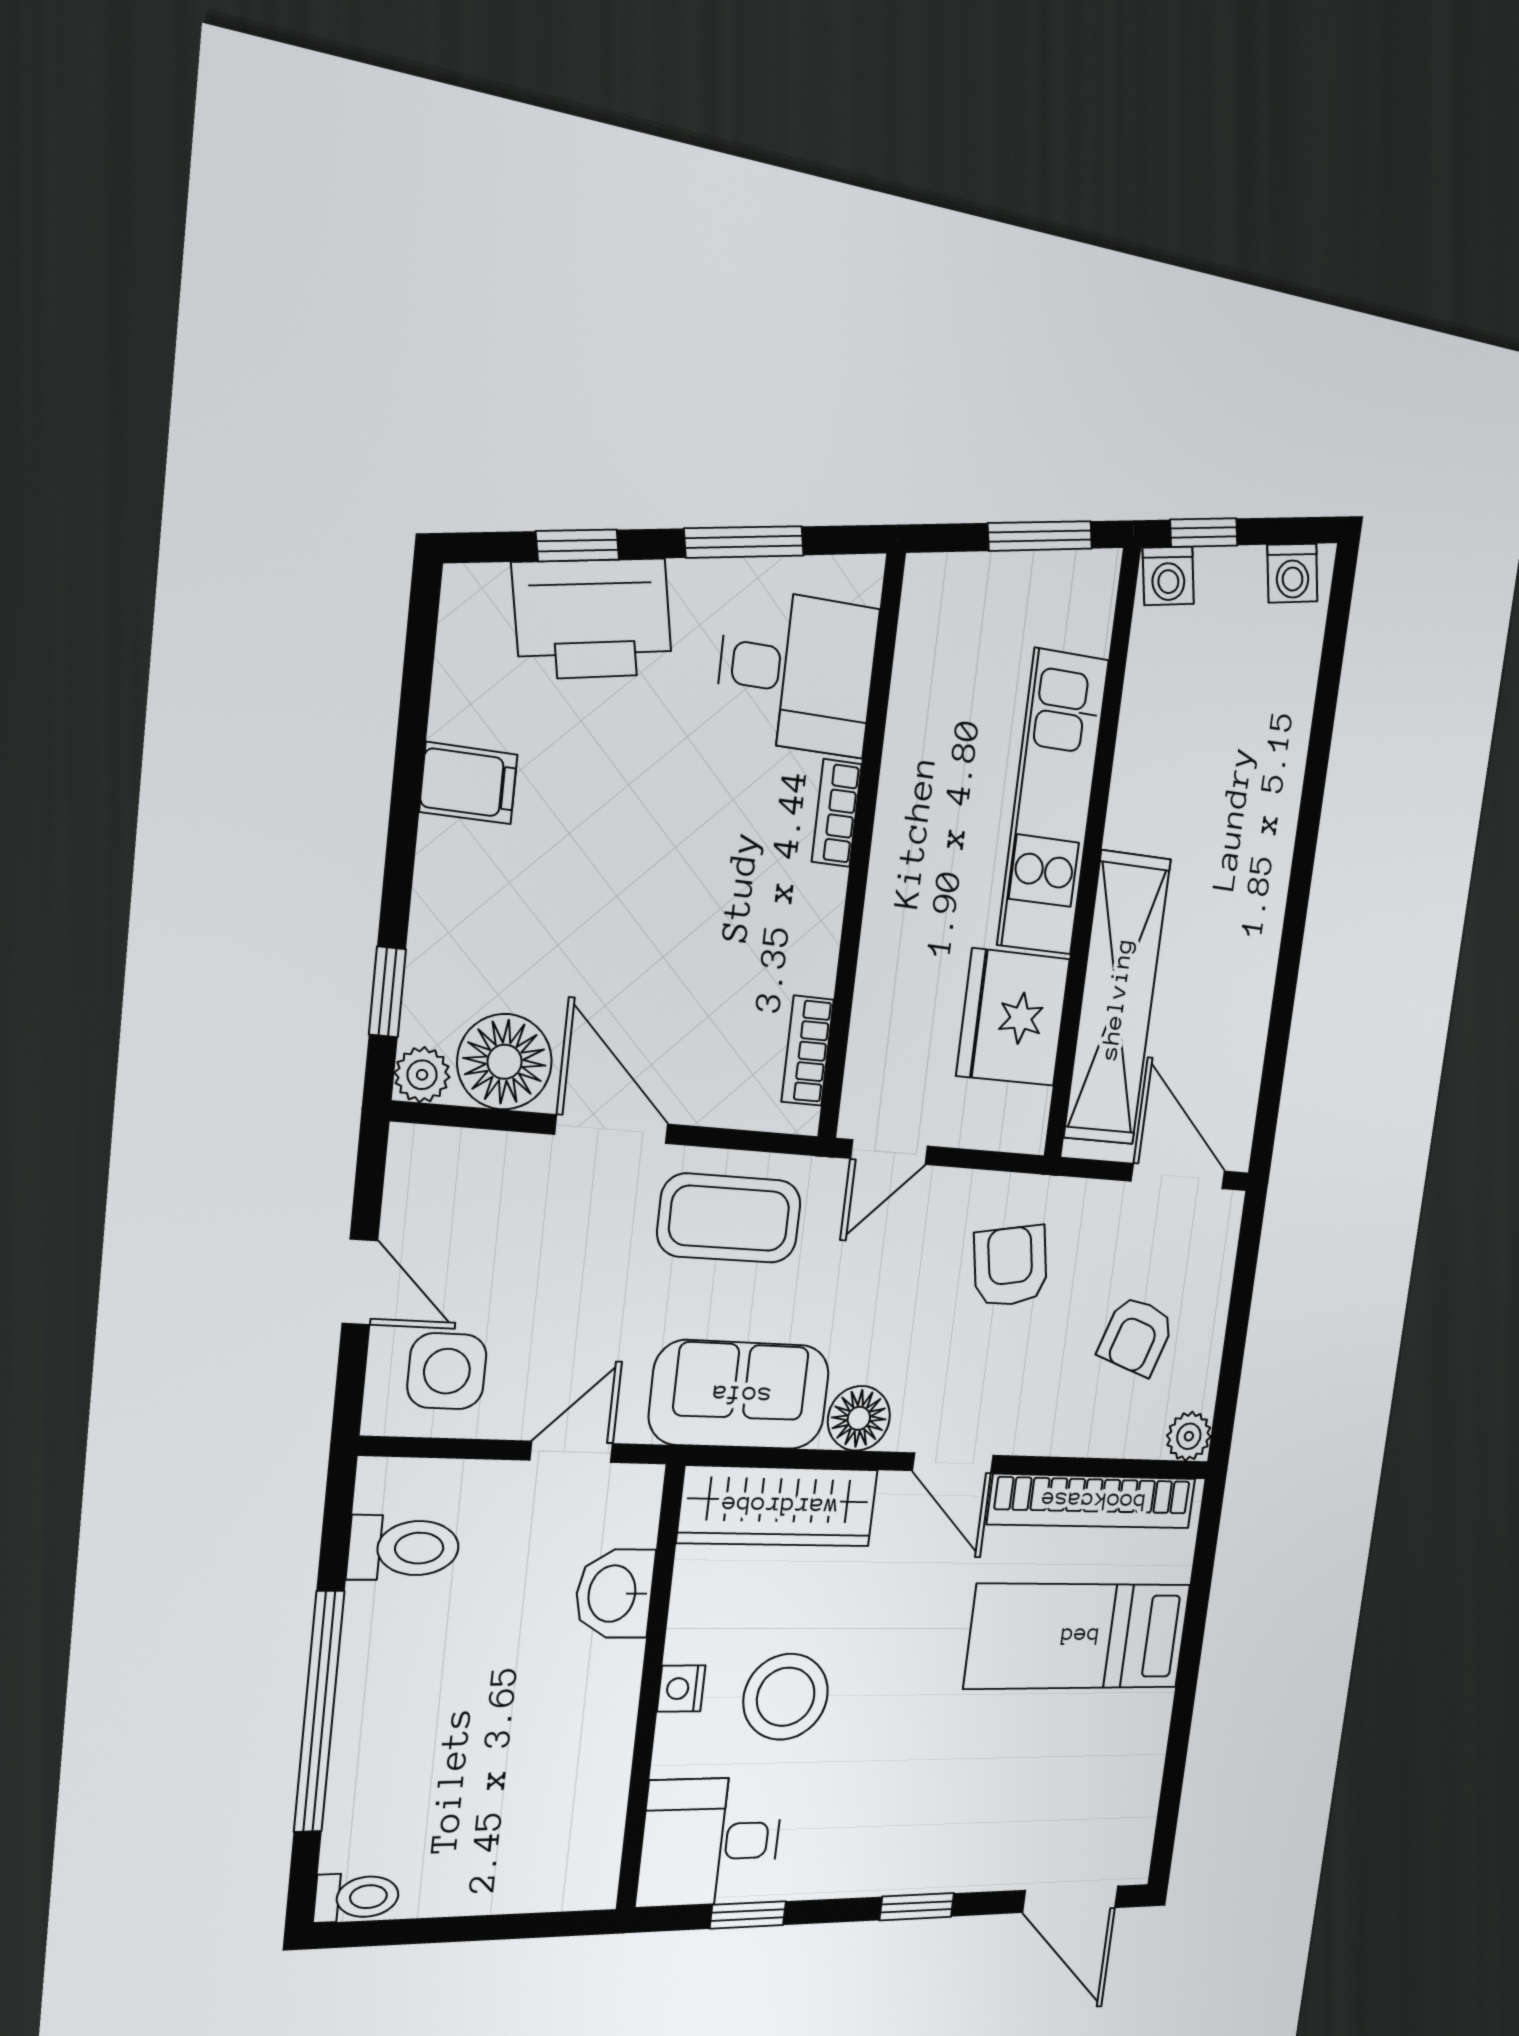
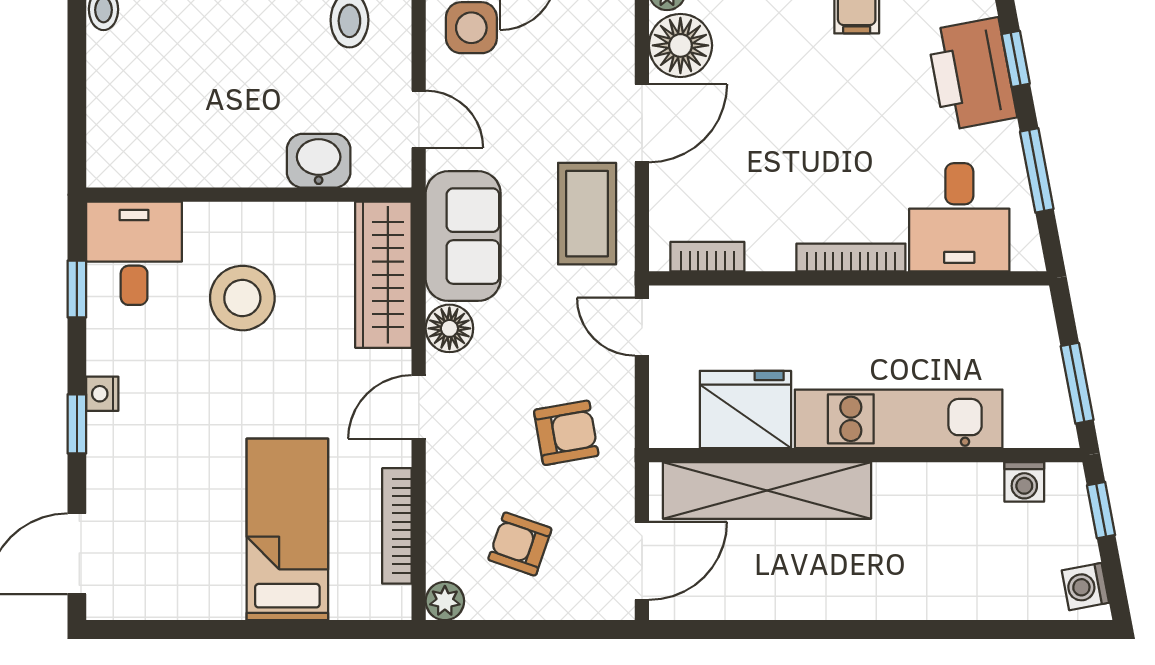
washing machine: (1168, 576) -> (1024, 482), moved, turned -79
bookcase: (837, 813) -> (851, 257), width x1.56
bookcase: (1092, 1501) -> (397, 526), width x0.68, depth x0.76
nightstand: (681, 1689) -> (102, 394), moved, turned -90

